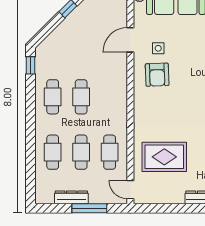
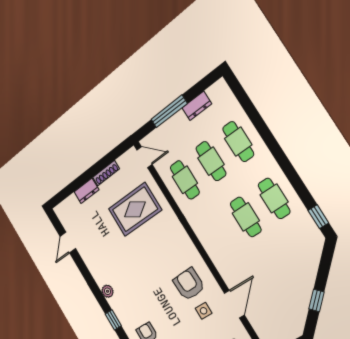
dresser: (71, 197) -> (197, 106), width x0.70
shoe rack: (170, 199) -> (106, 173), added

